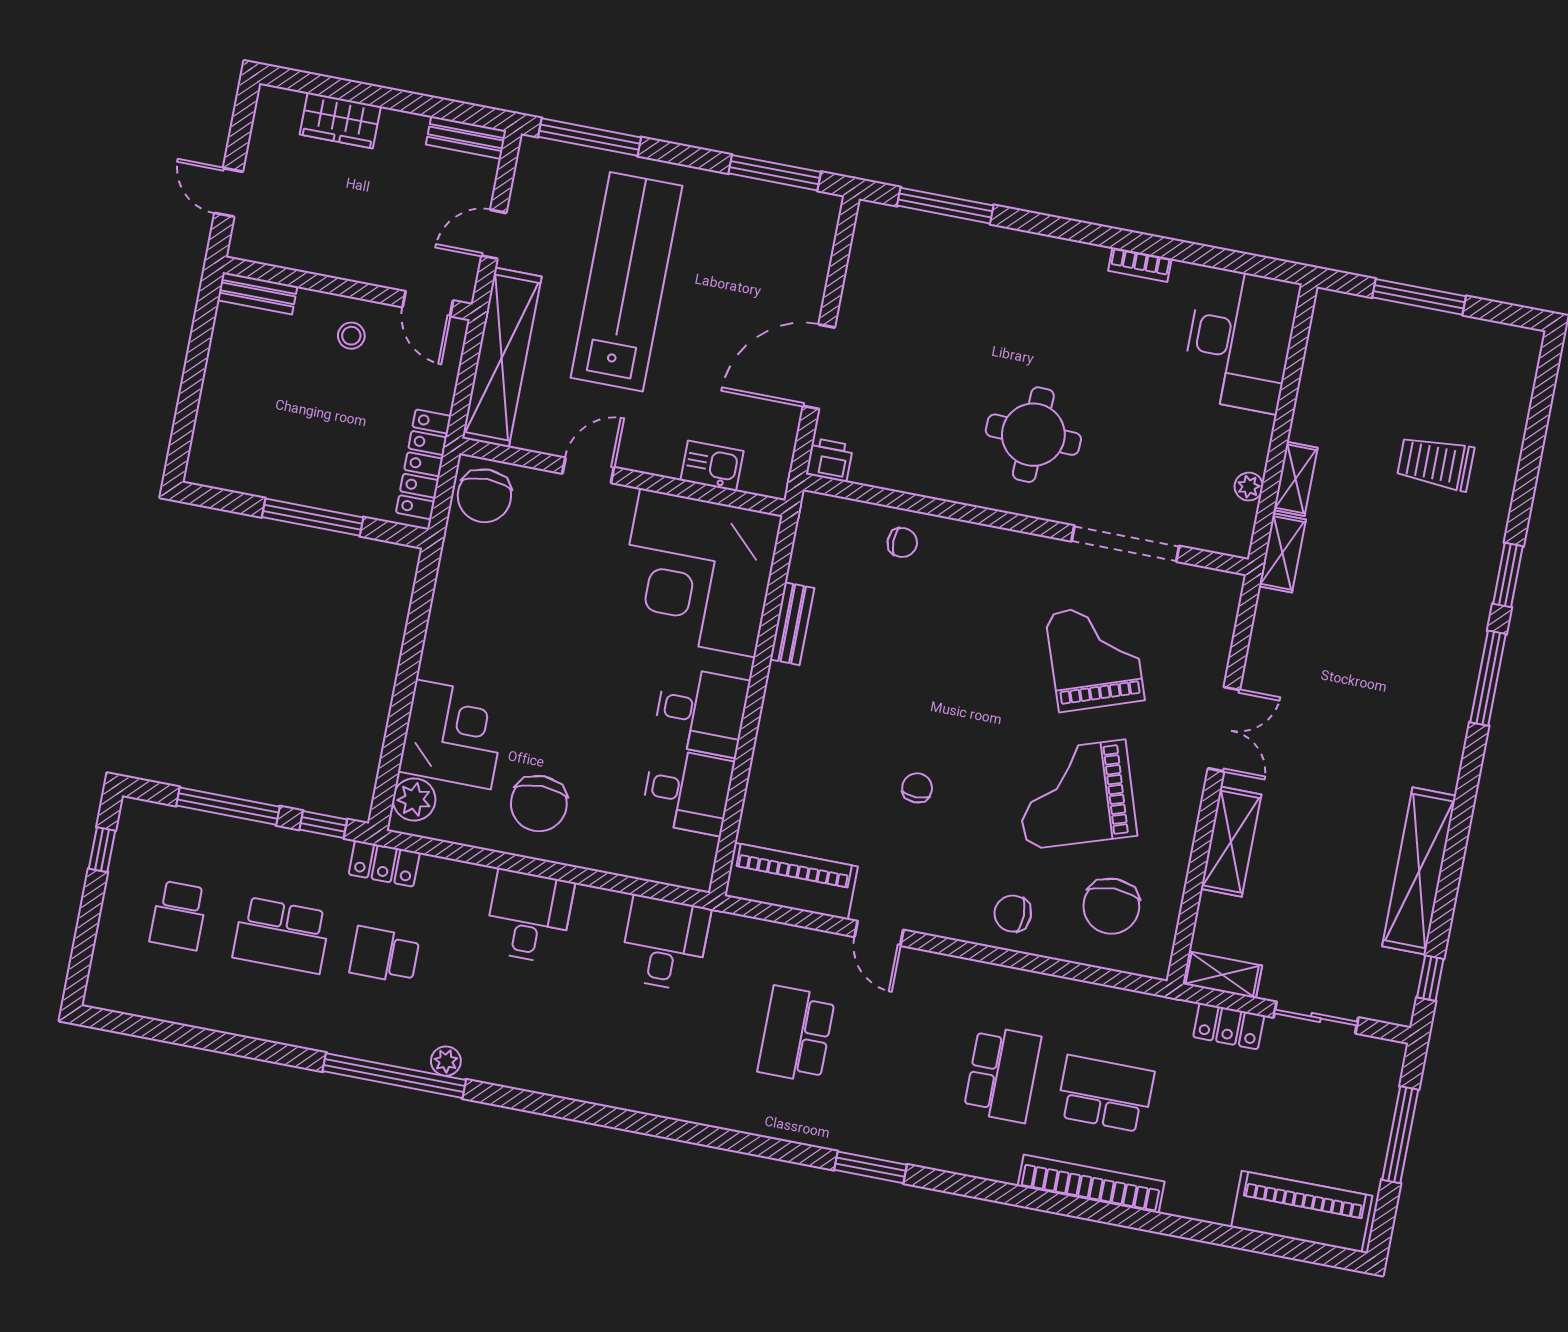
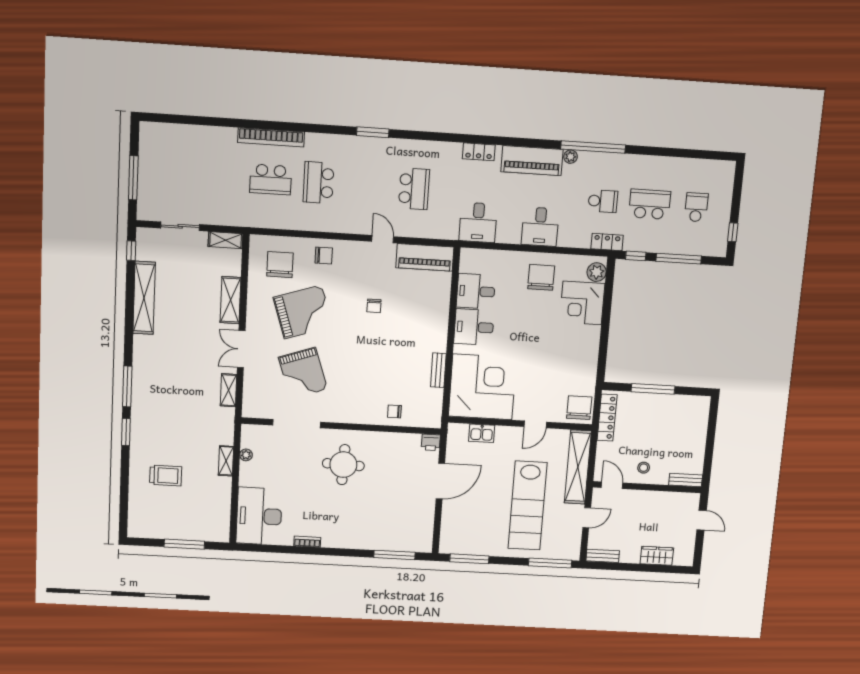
shelving: (1282, 553) -> (229, 390), moved
locker: (1229, 1026) -> (479, 152), moved, turned 180
piano: (1302, 1212) -> (532, 161), moved

